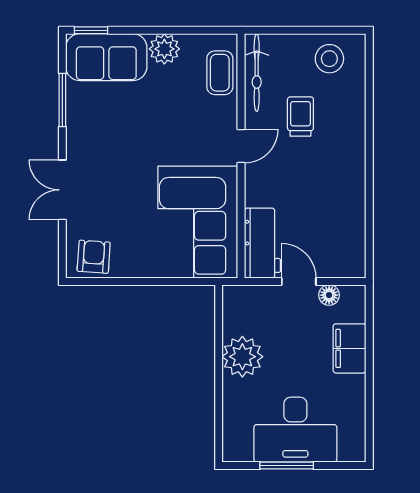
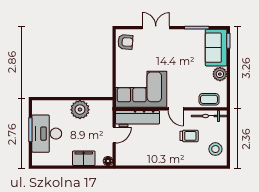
workbench: (262, 243) -> (138, 119), width x1.38
floor lamp: (329, 295) -> (108, 161), moved

